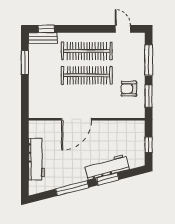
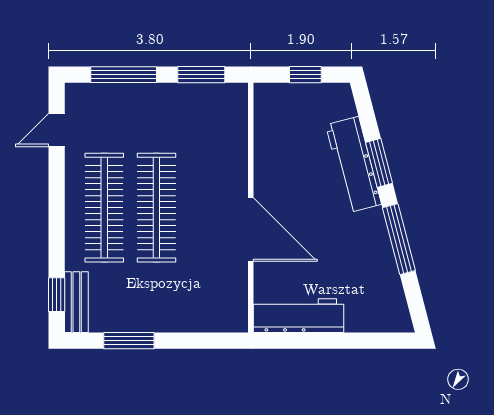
armchair: (129, 89) -> (185, 117), removed
workbench: (36, 159) -> (299, 316), moved

